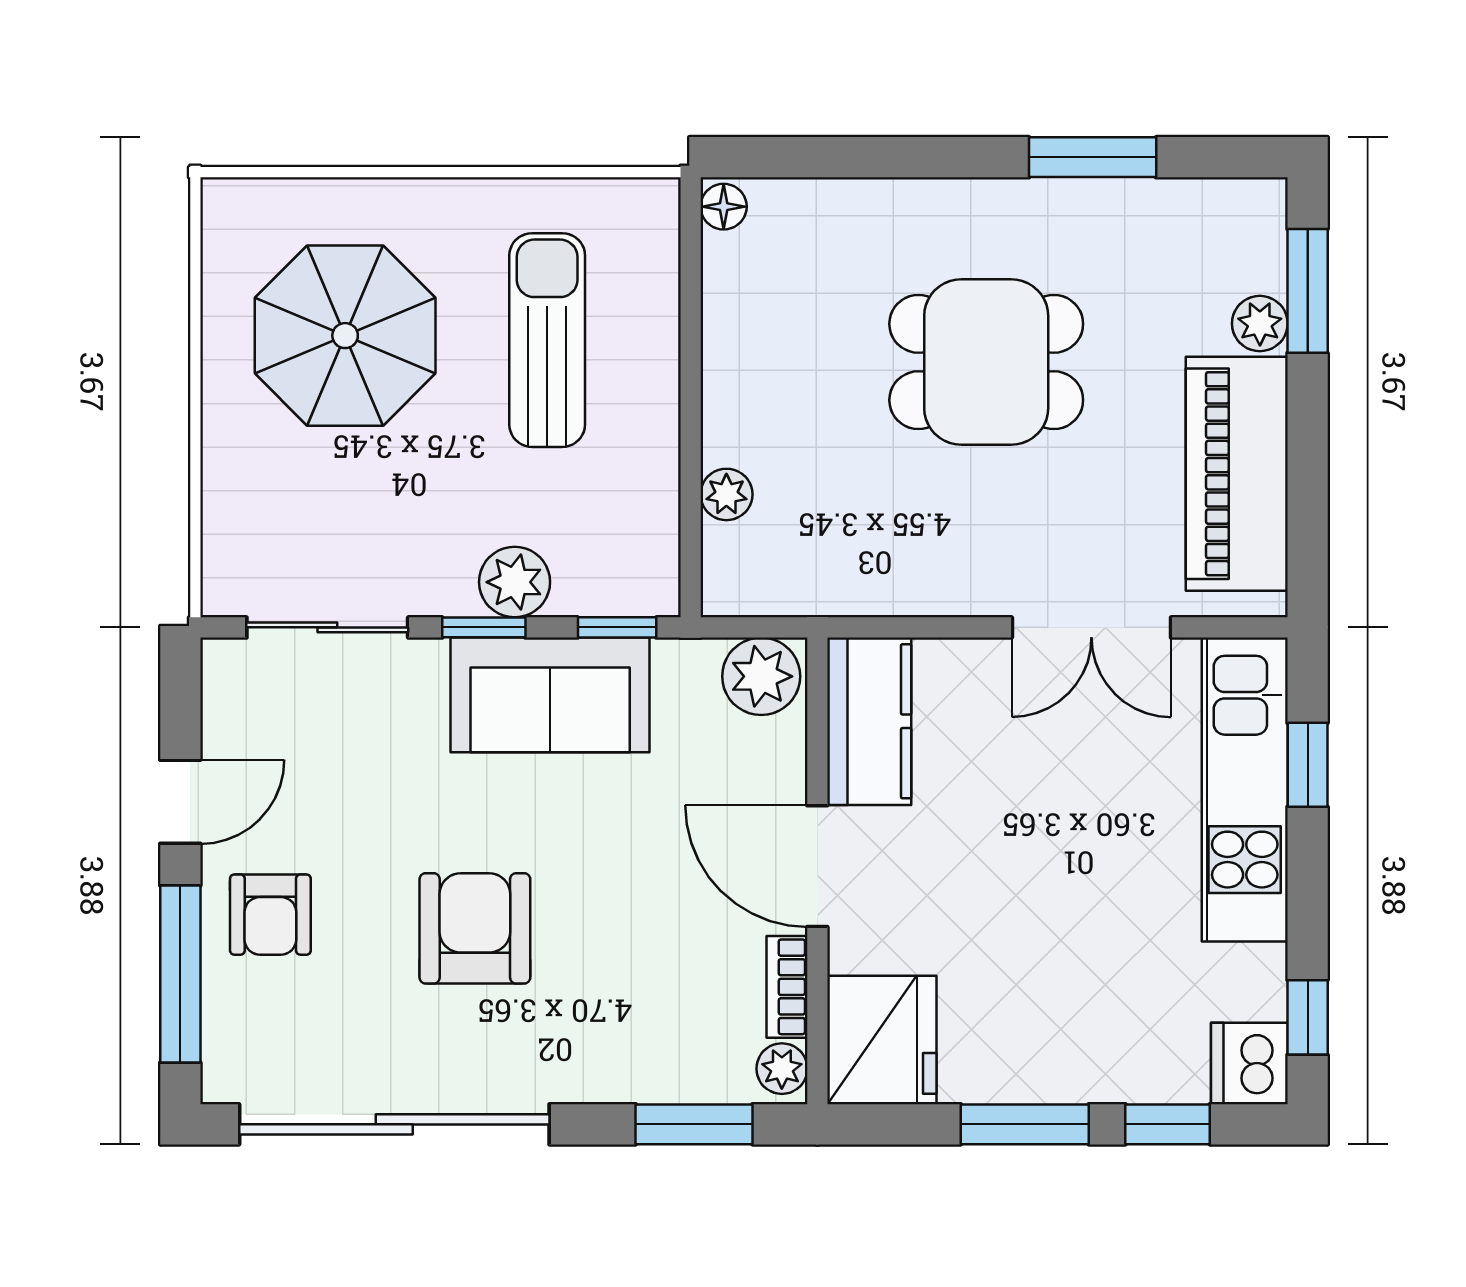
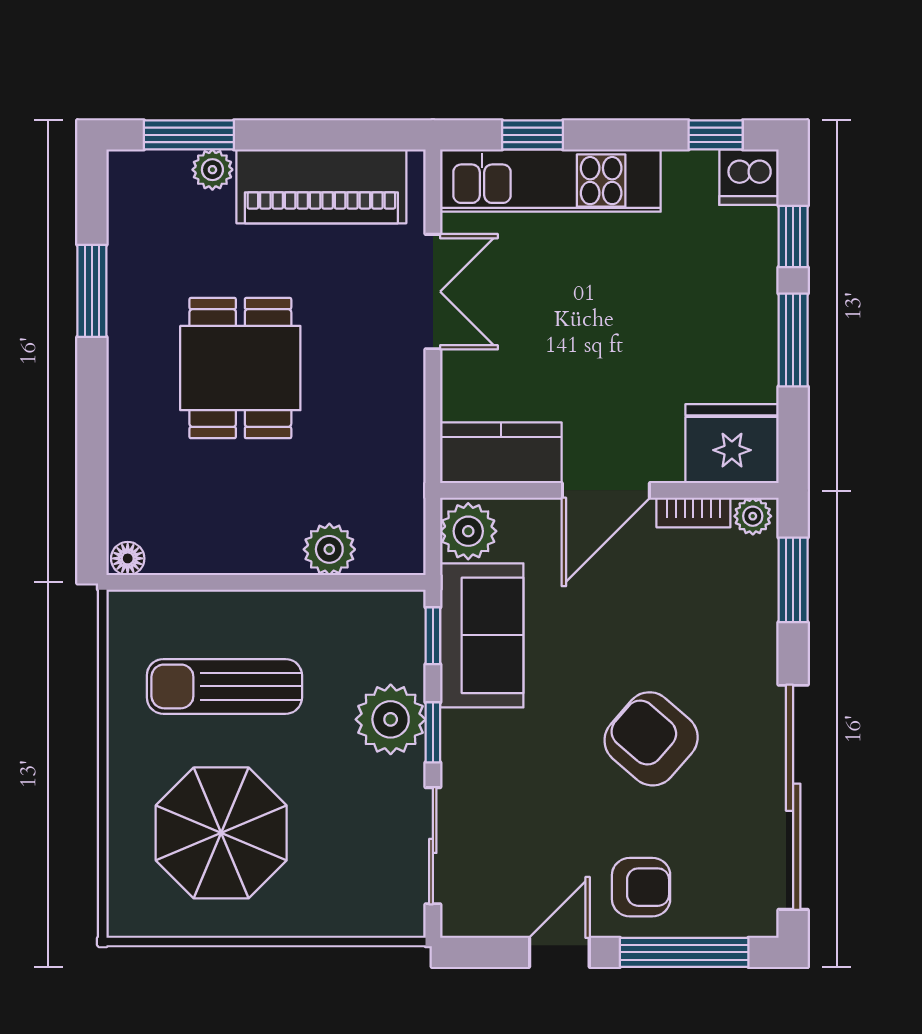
plant: (726, 494) -> (329, 549), width x1.38, depth x1.38
plant: (515, 582) -> (391, 719), width x1.36, depth x1.36
sofa: (550, 695) -> (482, 635), moved
door: (180, 802) -> (559, 952), hinge flipped
armchair: (475, 928) -> (651, 739), turned 41

